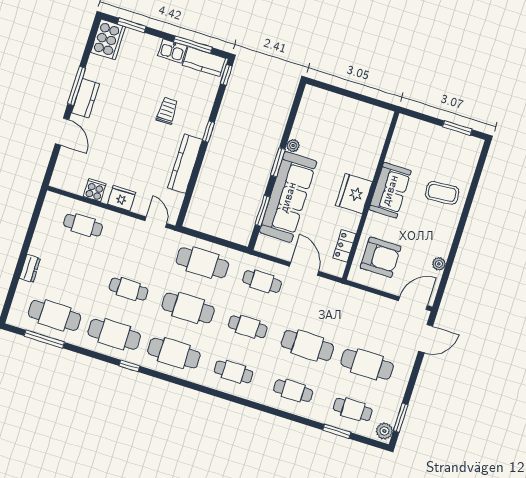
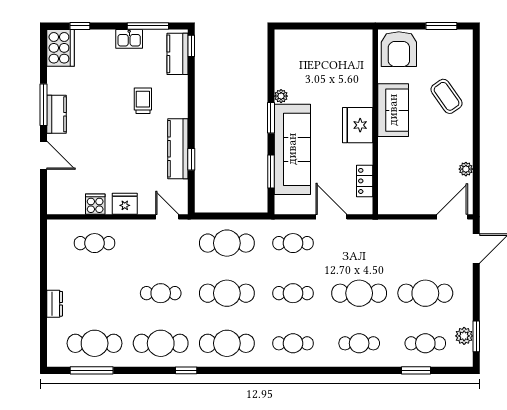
window: (132, 25) -> (80, 26), width x0.67
kitchen counter: (204, 62) -> (177, 54), moved, turned 90
window: (208, 132) -> (191, 159), moved
coffee table: (442, 193) -> (447, 96), turned 60
armchair: (381, 257) -> (399, 49), moved, turned 90
plant: (384, 431) -> (464, 336), moved

